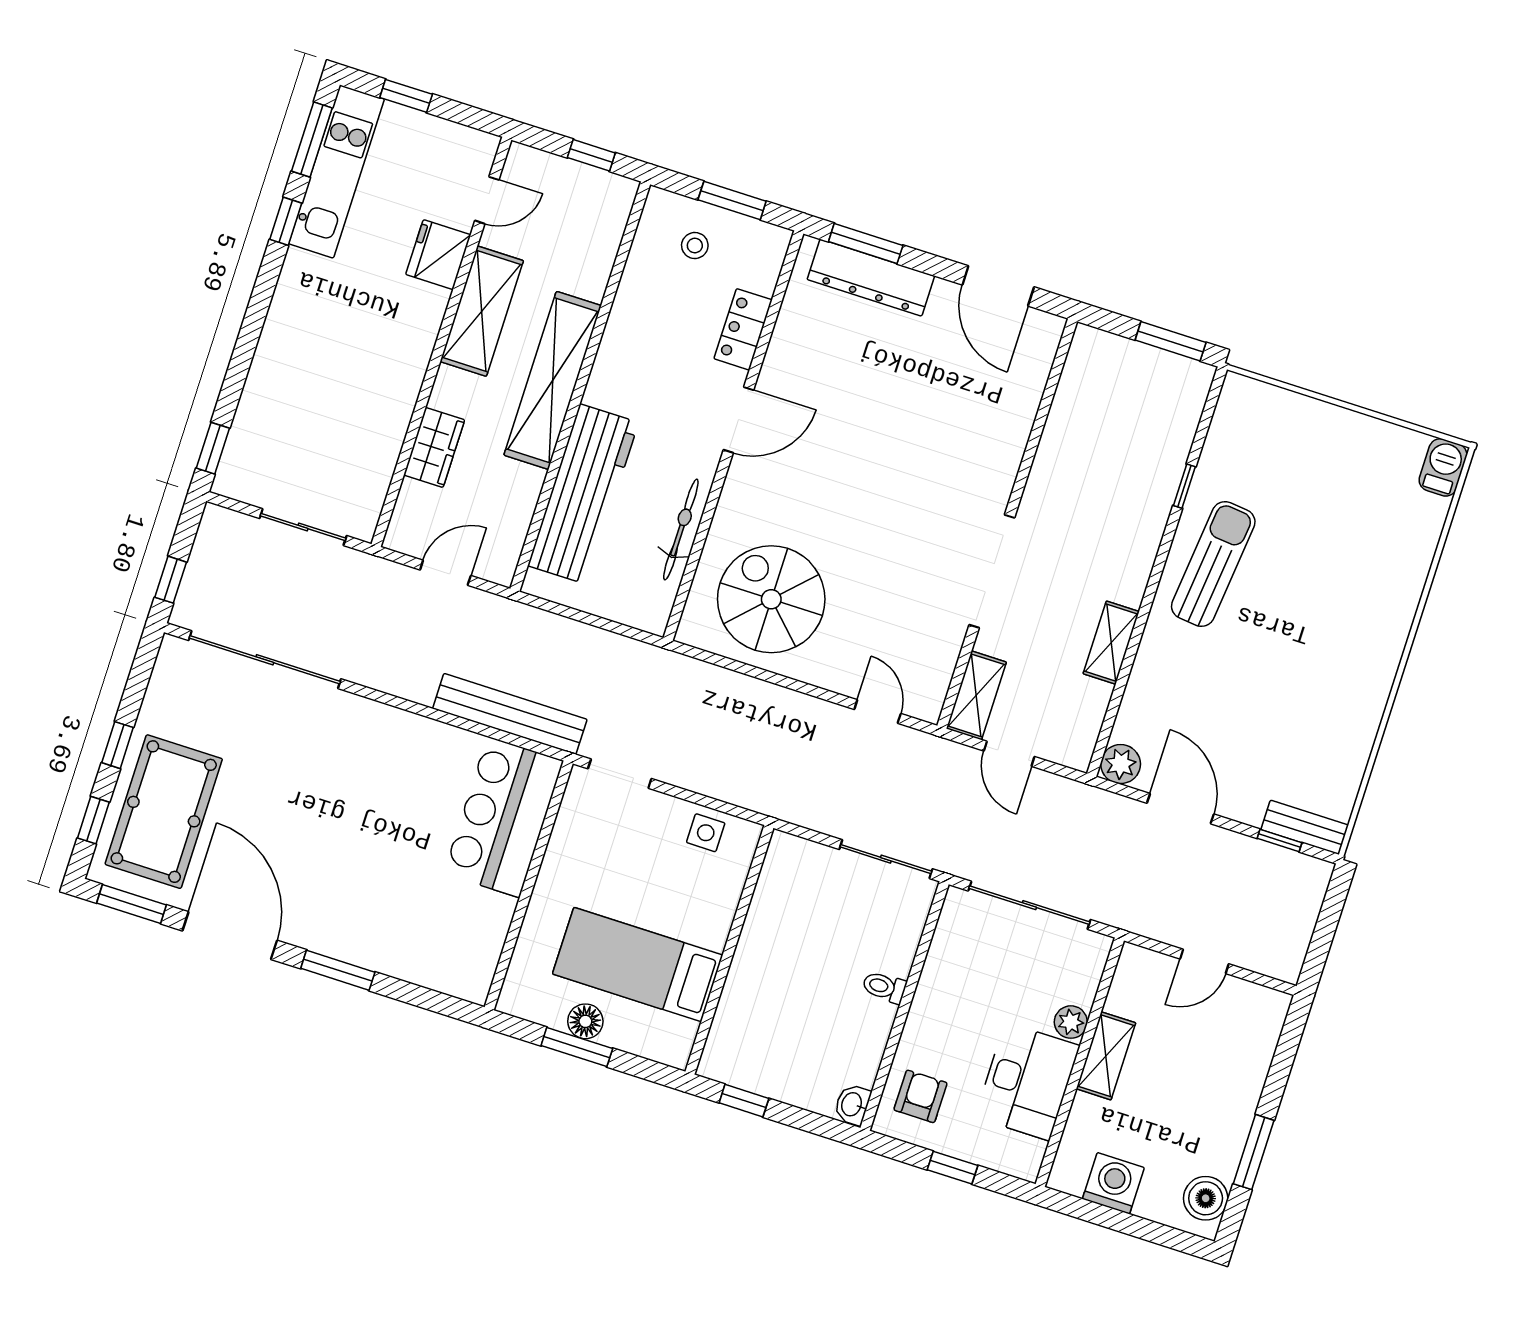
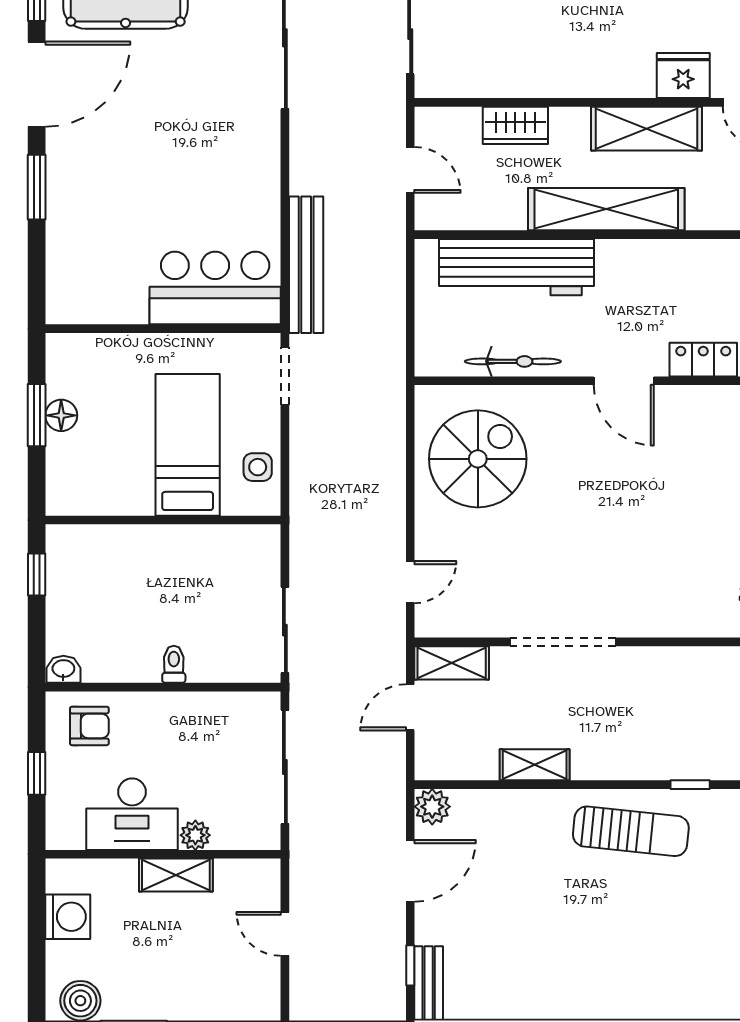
bed: (638, 965) -> (188, 445), moved

